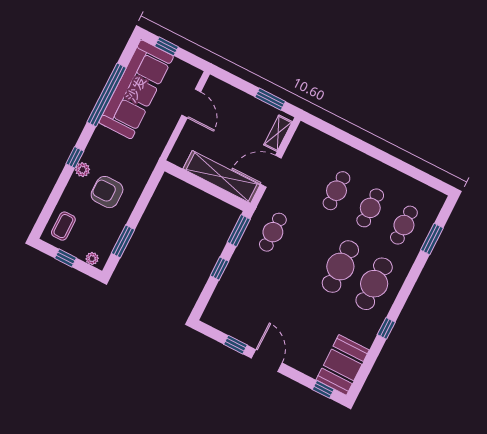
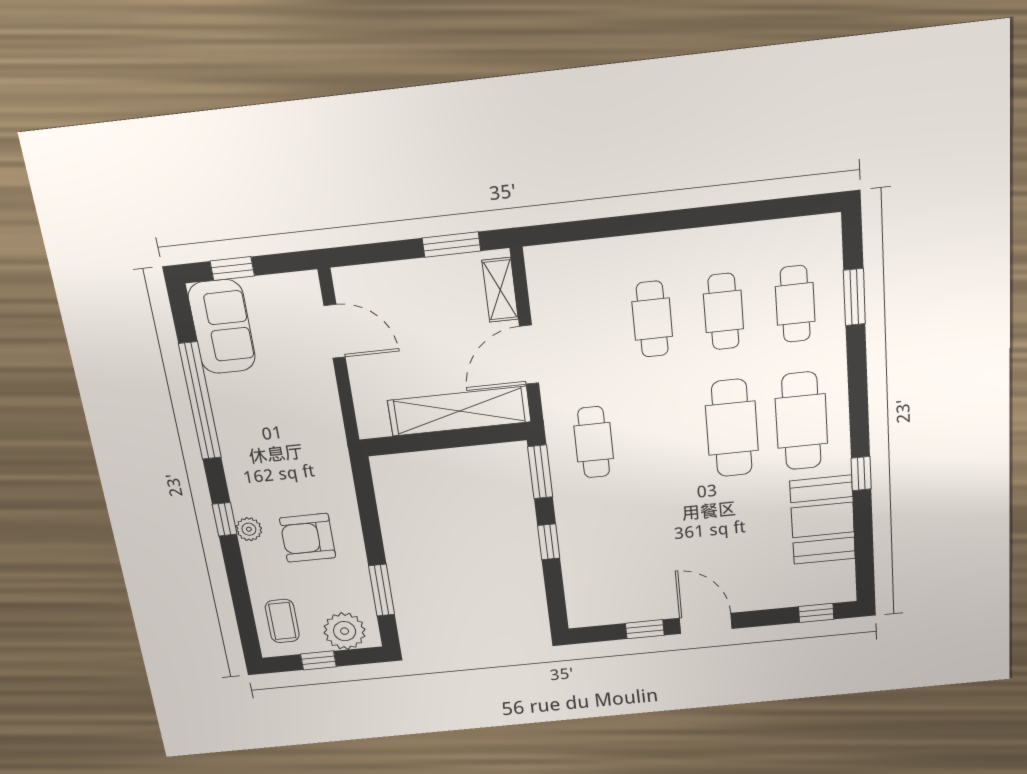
sofa: (136, 89) -> (222, 327), width x0.54, depth x0.79
plant: (92, 259) -> (345, 631), width x1.88, depth x1.88
booth: (343, 365) -> (823, 520), moved

